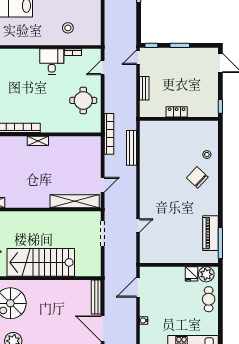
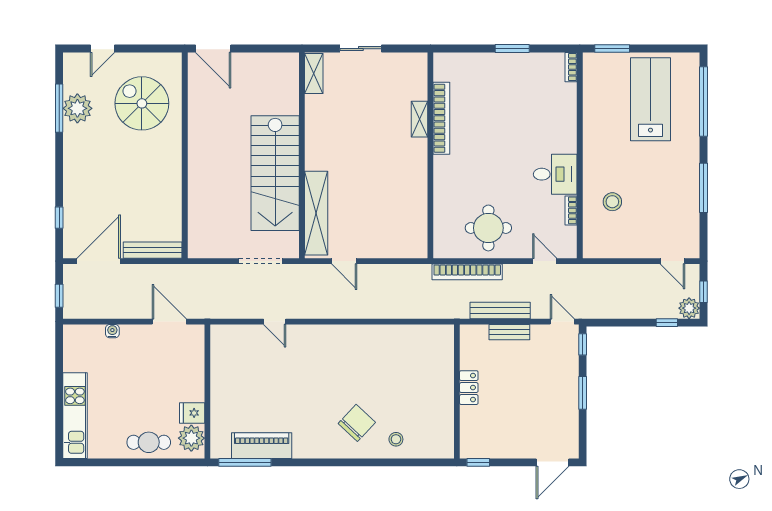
bookcase: (109, 134) -> (467, 272), moved
shelving: (38, 141) -> (419, 119), moved
bench: (131, 148) -> (500, 310), moved
stairs: (41, 262) -> (275, 173), moved, turned 180

